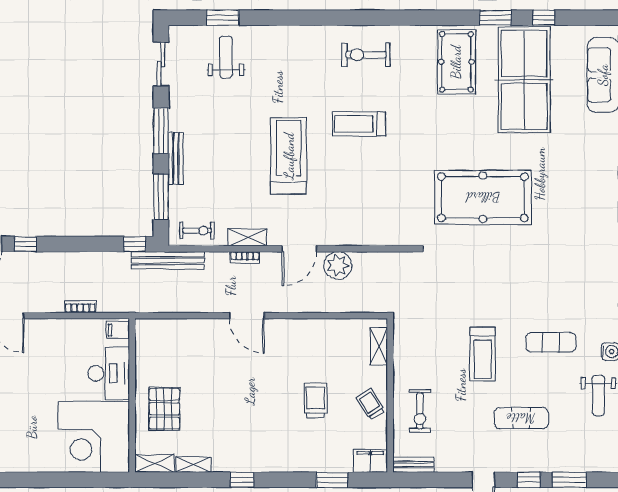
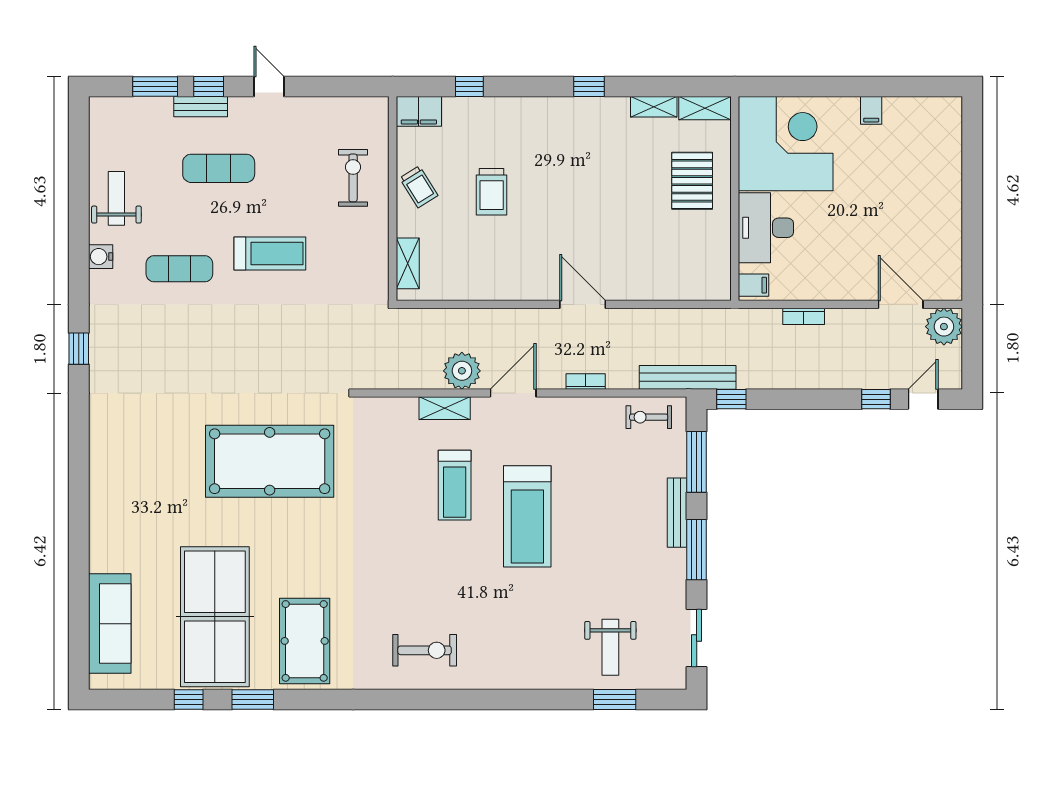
treadmill: (359, 124) -> (455, 485), moved, turned 90
shelving: (247, 237) -> (445, 408), moved
treadmill: (483, 354) -> (270, 254), turned 90
filing cabinet: (29, 462) -> (871, 110), added
bench: (414, 465) -> (201, 107), moved
window: (332, 480) -> (469, 87), width x0.67

